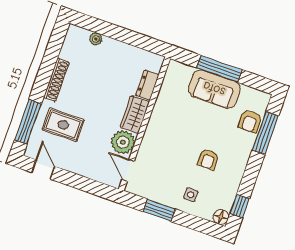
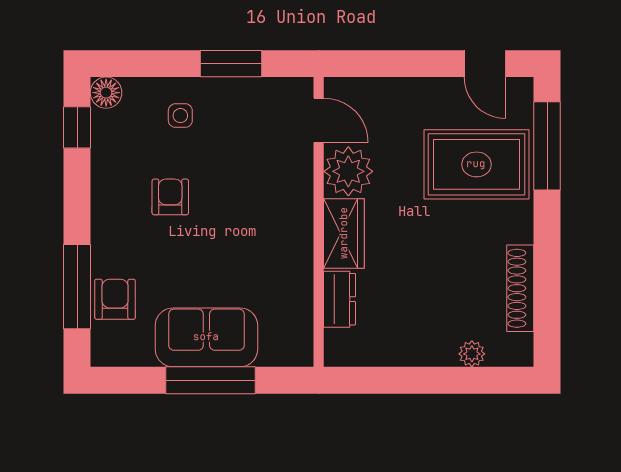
shoe rack: (56, 80) -> (520, 288), moved
rug: (63, 125) -> (476, 164), width x1.36, depth x1.43

